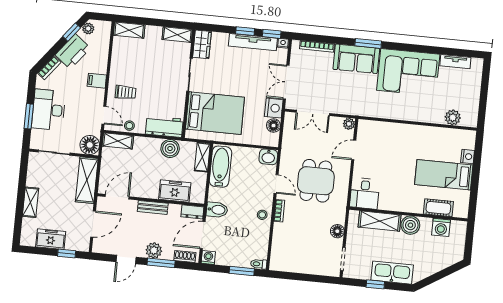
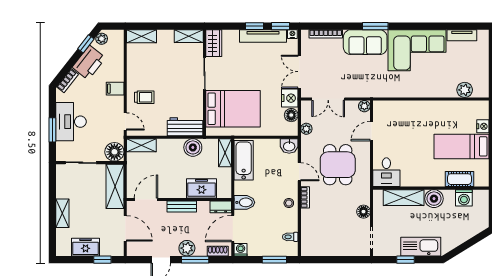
stool: (129, 126) -> (151, 129), removed
plant: (288, 141) -> (306, 129), added
door: (93, 224) -> (125, 228), hinge flipped
toilet: (259, 264) -> (290, 237), moved

